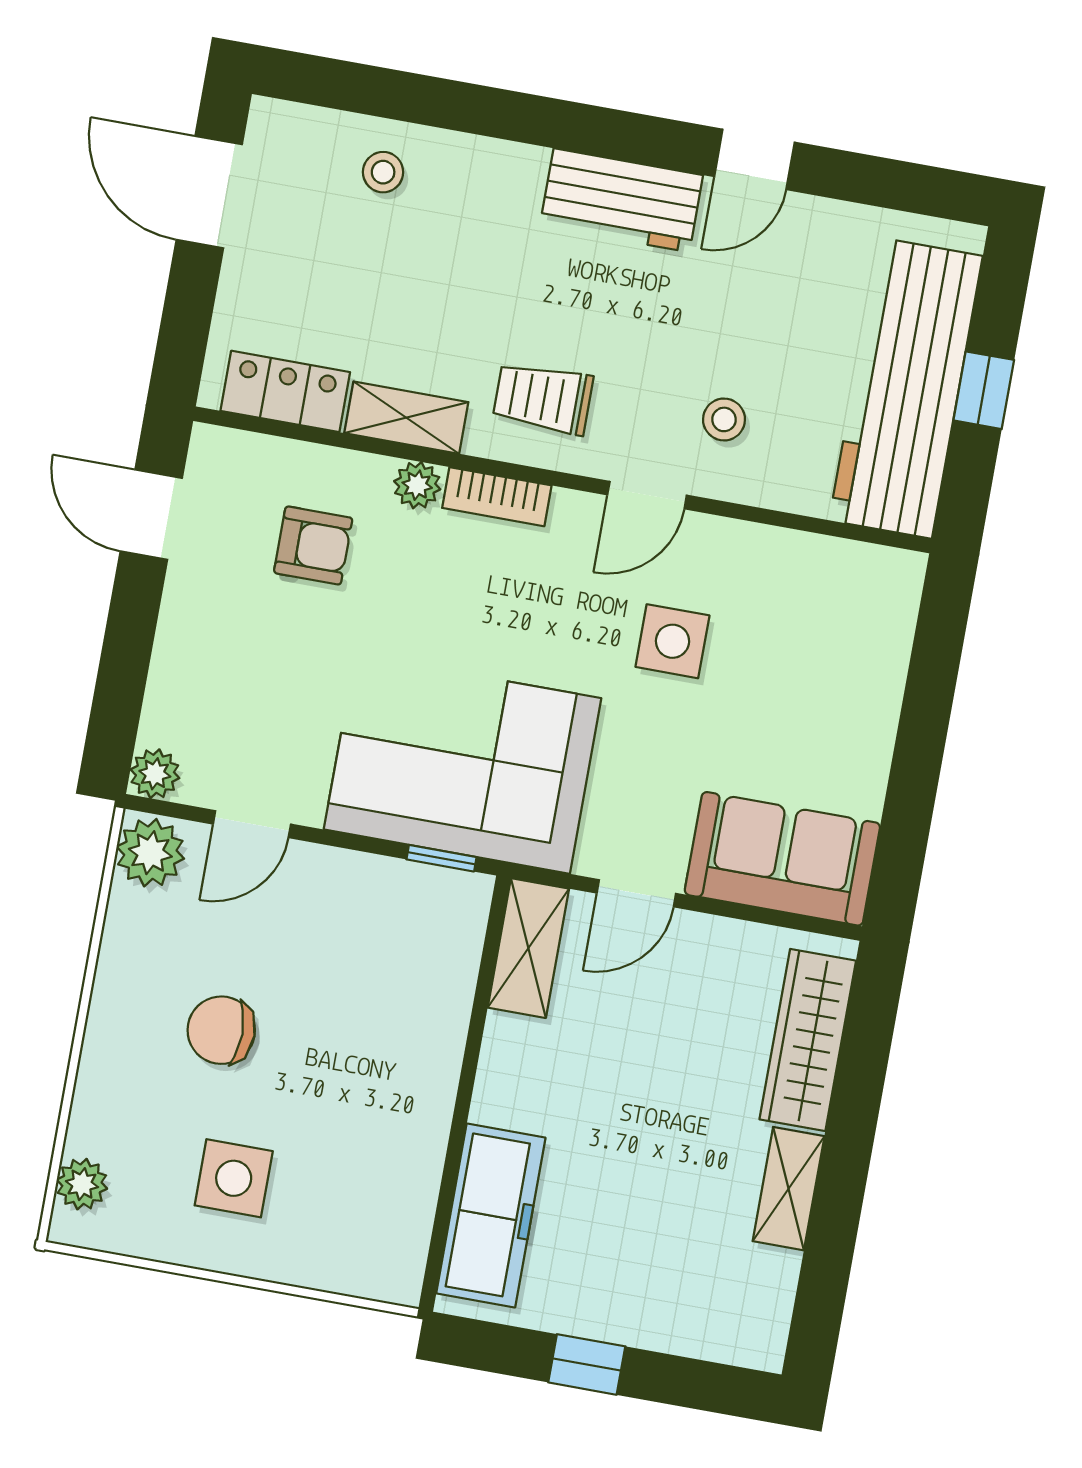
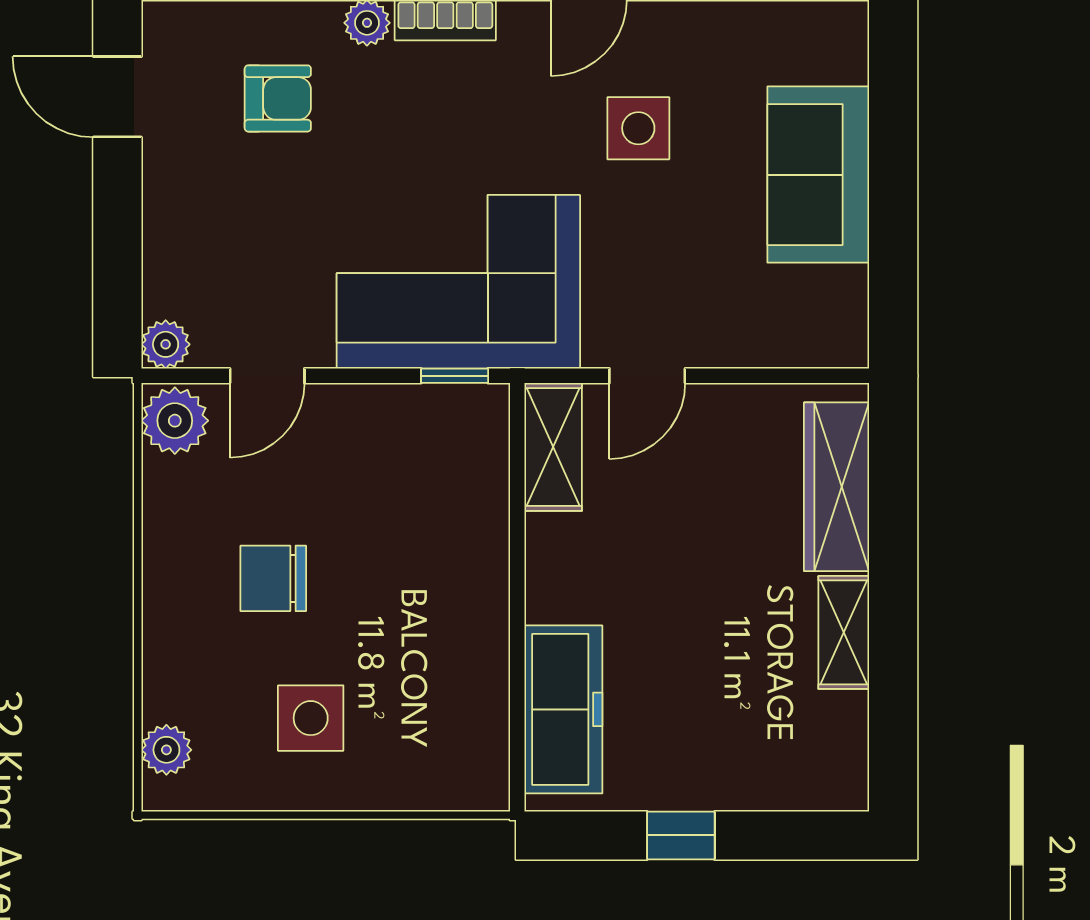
sofa: (782, 859) -> (818, 175), moved, turned -90

